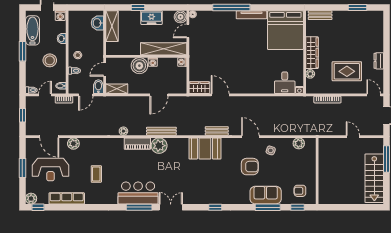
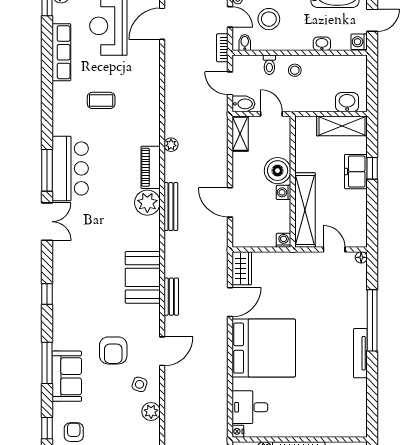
boiler: (180, 17) -> (357, 238), removed
freezer: (152, 18) -> (356, 172), moved
bed: (285, 30) -> (264, 348), moved, turned 180
stool: (50, 60) -> (269, 19), moved
plant: (299, 143) -> (151, 412), moved
plant: (73, 144) -> (151, 63), removed
window: (268, 207) -> (47, 363), moved

